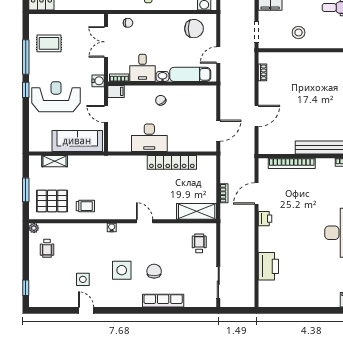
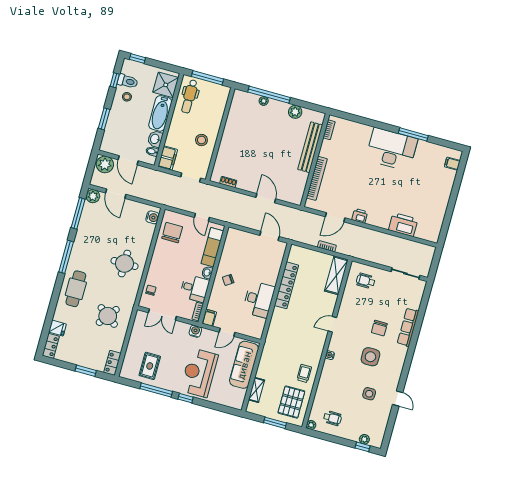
door: (257, 194) -> (335, 217), hinge flipped
chair: (154, 271) -> (379, 328), turned -90
plant: (34, 287) -> (364, 439), added
door: (86, 310) -> (398, 399), swing flipped

